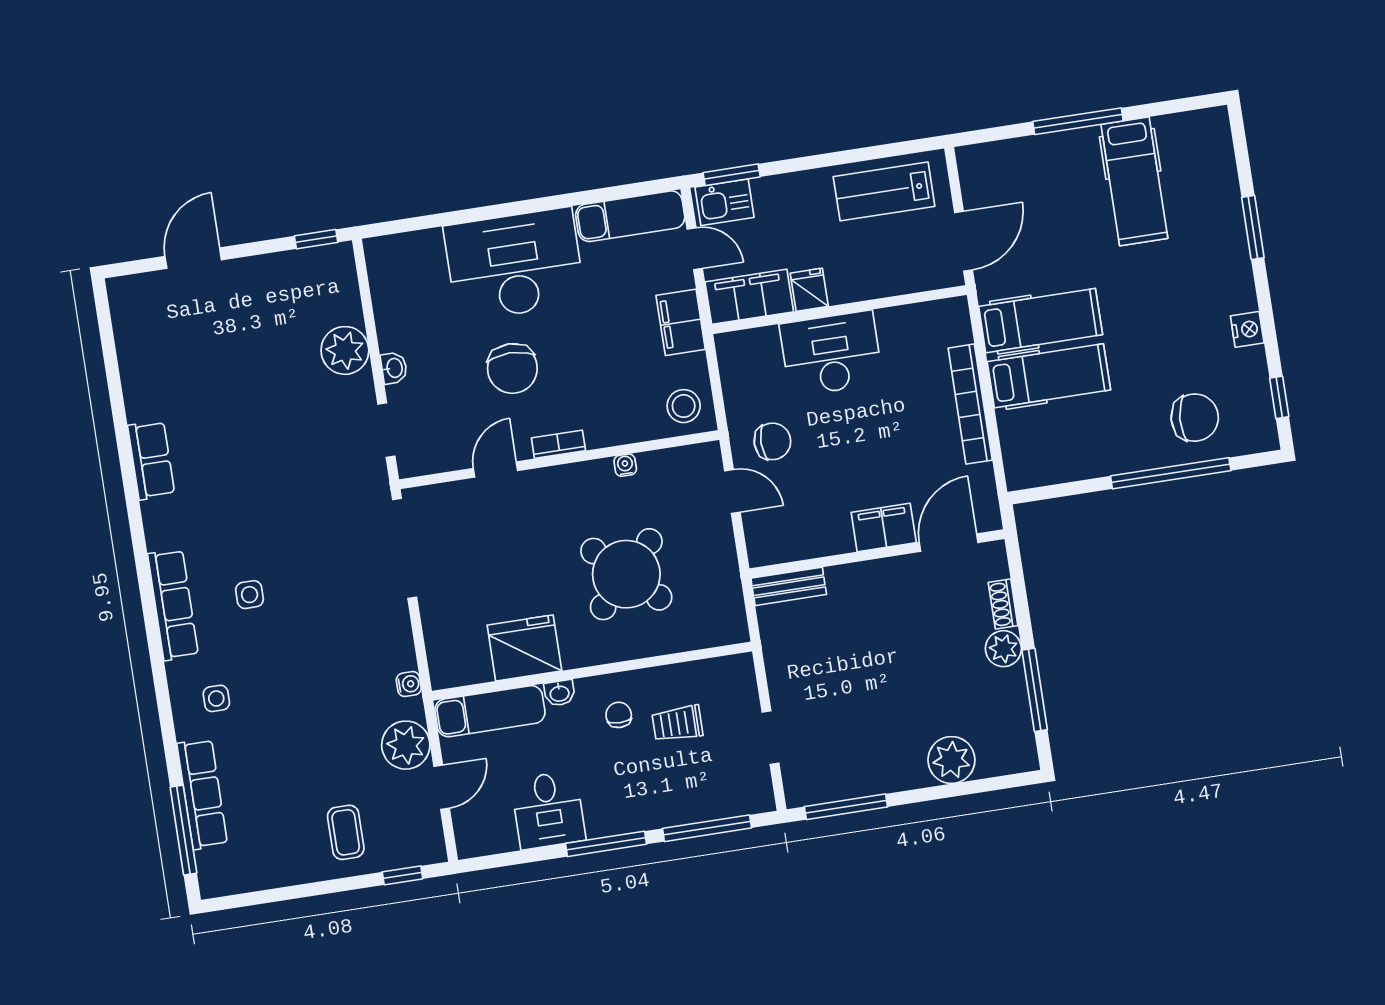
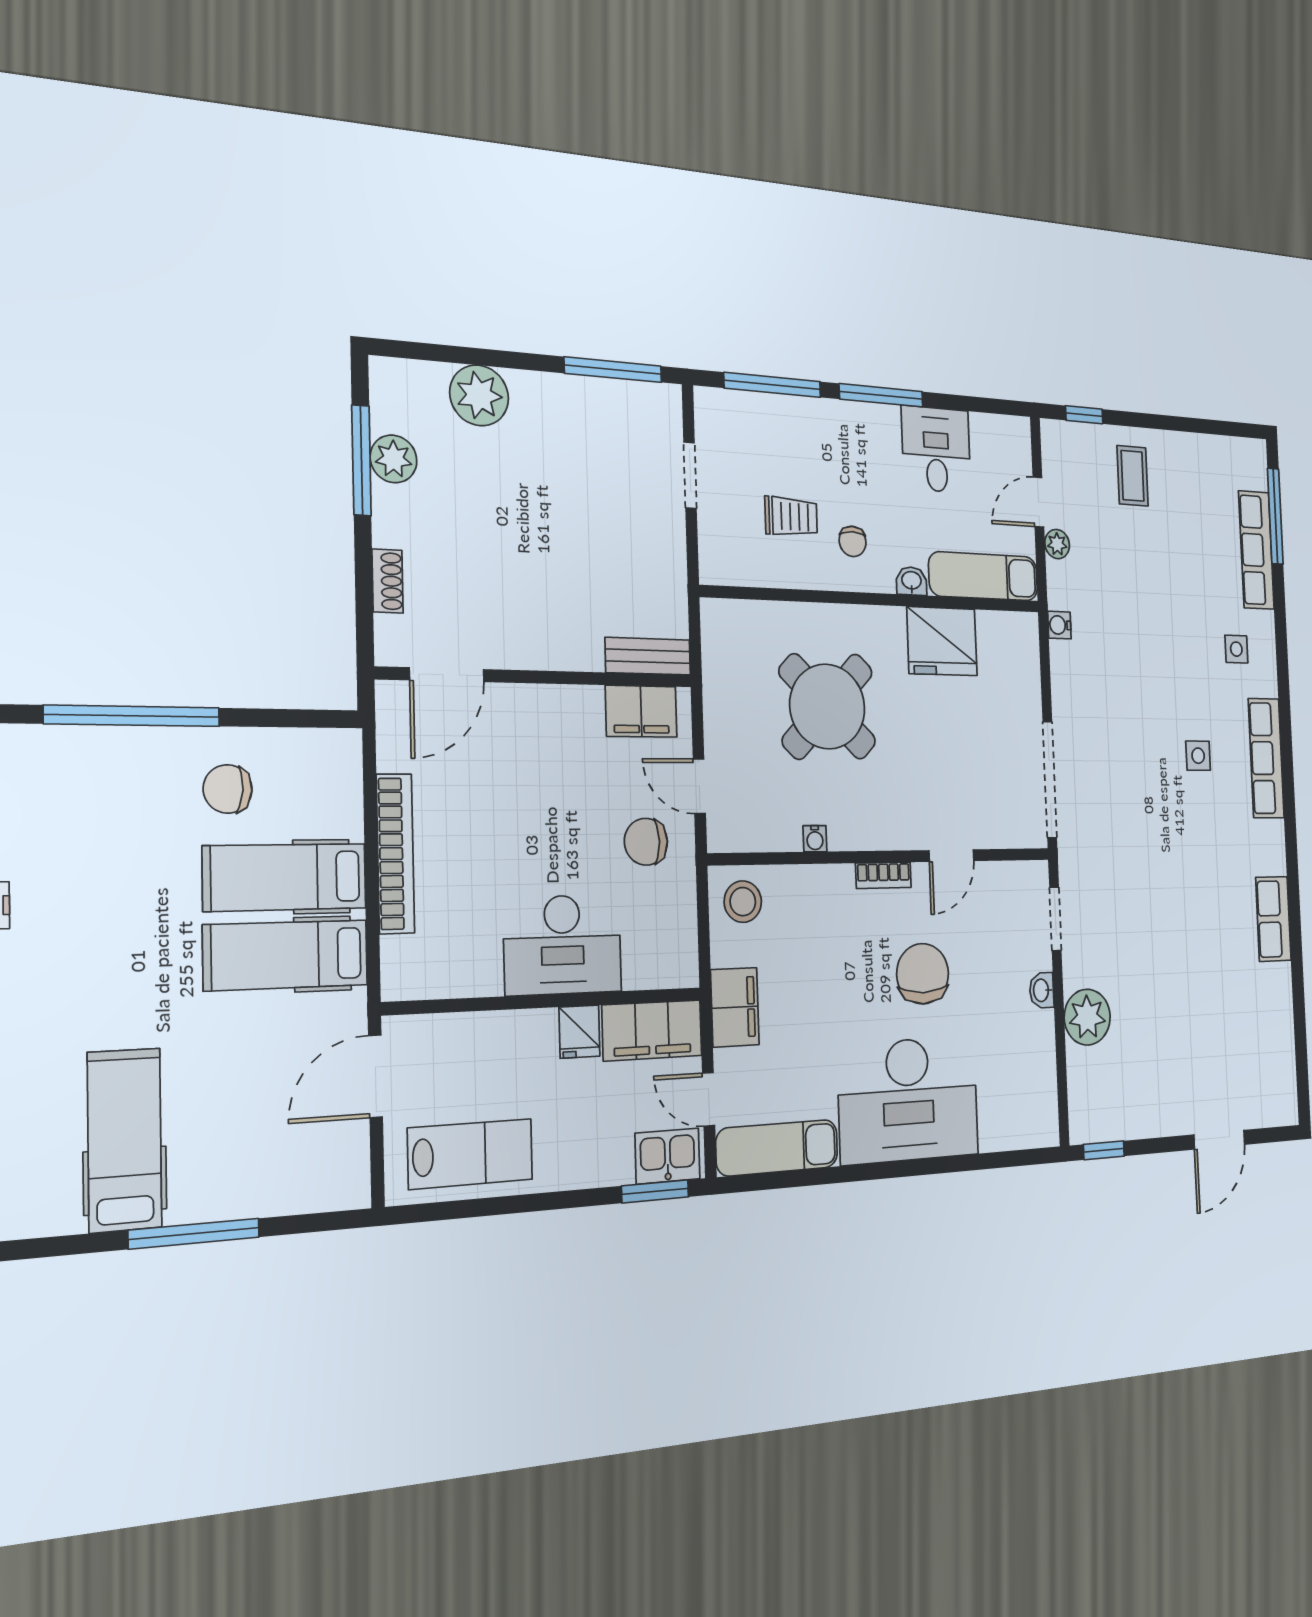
chair: (1195, 418) -> (228, 789), moved, width x0.73, depth x0.73
filing cabinet: (884, 527) -> (641, 711), moved
plant: (1003, 649) -> (394, 459), moved
plant: (406, 745) -> (1057, 544), width x0.53, depth x0.53

